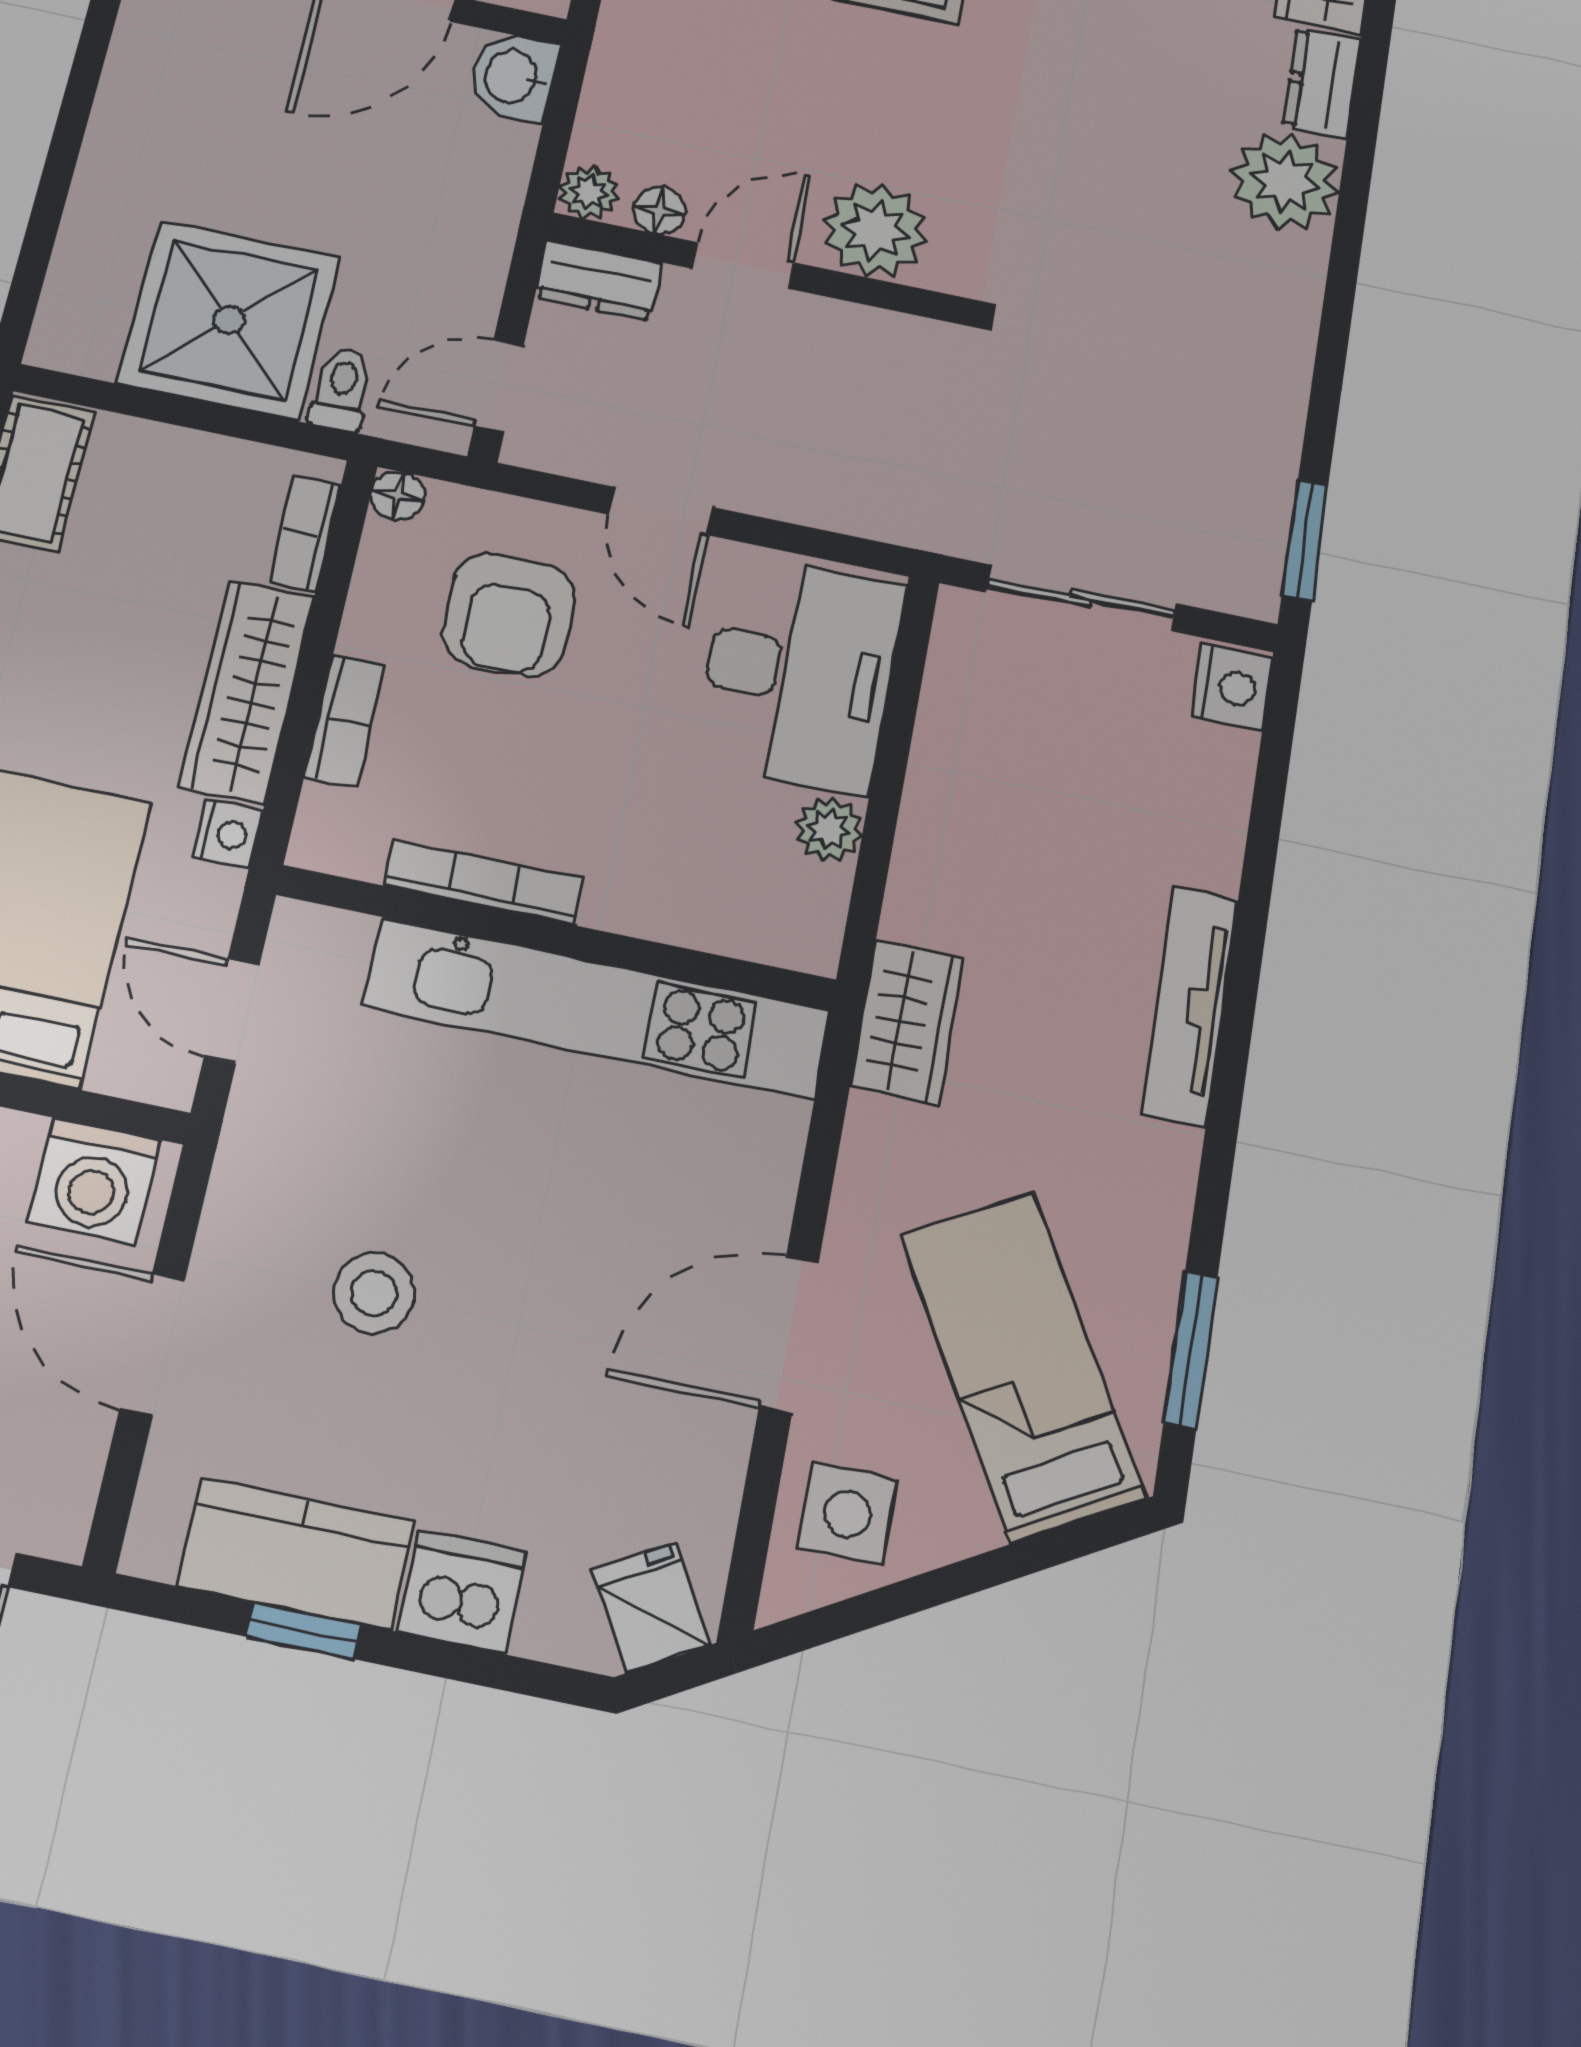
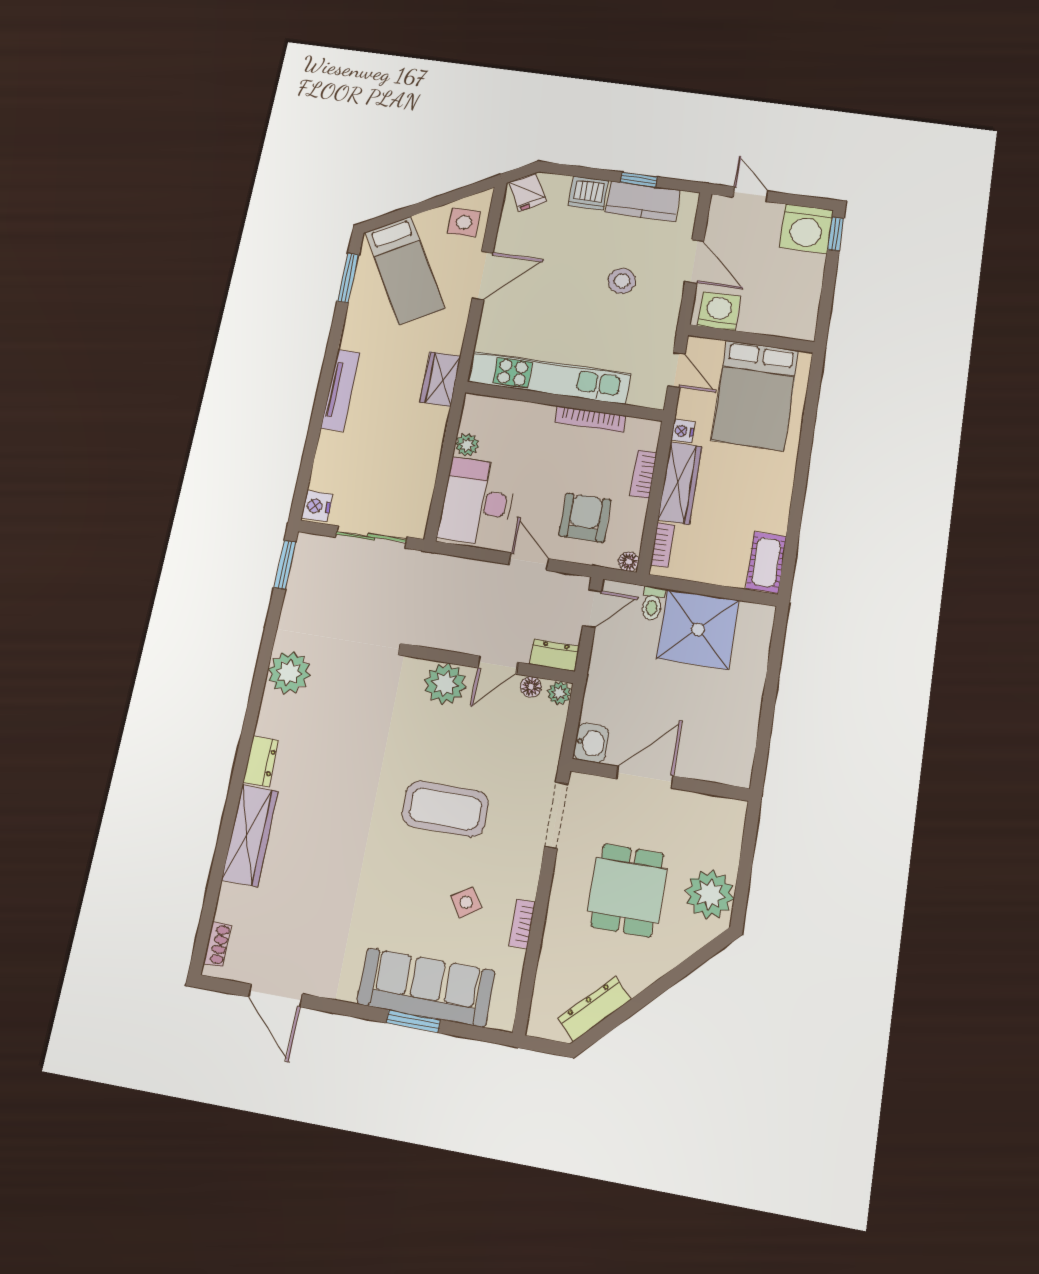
plant: (1285, 181) -> (289, 673), moved

